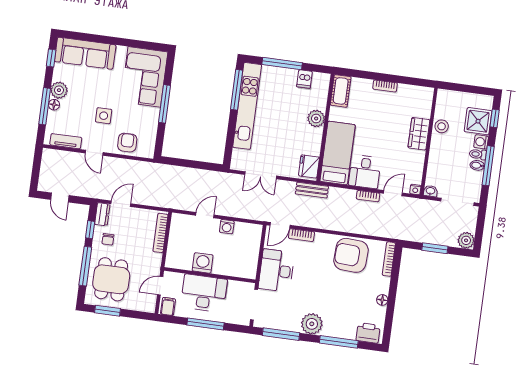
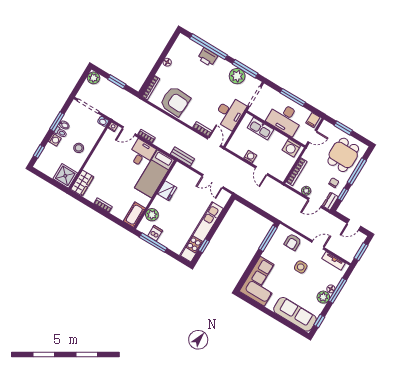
window: (282, 64) -> (153, 243), moved
window: (237, 90) -> (204, 246), width x0.46
window: (164, 104) -> (268, 238), moved
plant: (316, 118) -> (152, 215), moved
shower: (478, 121) -> (65, 176), moved
stool: (442, 126) -> (79, 148), moved
wardrobe: (419, 134) -> (82, 183), moved
door: (94, 153) -> (318, 245), hinge flipped
fridge: (309, 166) -> (167, 191), moved
window: (488, 166) -> (57, 122), width x0.69
window: (36, 168) -> (361, 252), added
double door: (261, 175) -> (213, 181), swing flipped
door: (60, 197) -> (354, 225), swing flipped
plant: (138, 214) -> (306, 191), added
door: (205, 215) -> (262, 171), hinge flipped
door: (280, 225) -> (214, 142), hinge flipped
washing machine: (203, 263) -> (291, 148), moved
kitchen sink: (229, 267) -> (260, 129), added
window: (107, 311) -> (343, 128), moved
plant: (312, 324) -> (237, 76), moved
printer: (368, 333) -> (208, 57), moved
window: (339, 342) -> (209, 47), width x1.46

